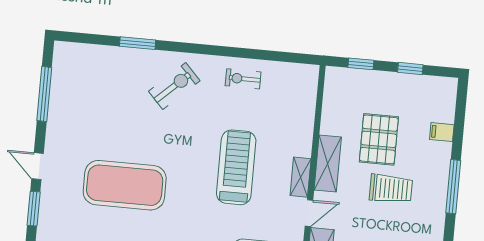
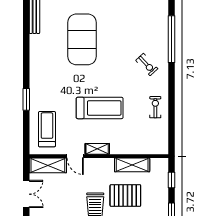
window: (138, 43) -> (171, 39), width x2.11
exercise bike: (174, 86) -> (147, 65), width x0.73, depth x0.72
shelving: (328, 164) -> (132, 165), moved

